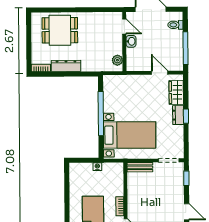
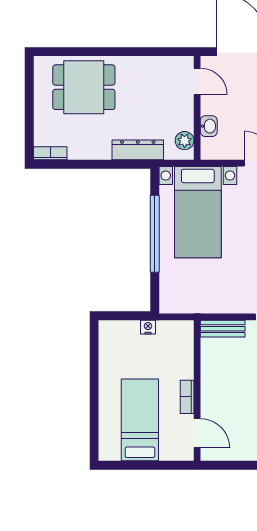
washbasin: (131, 41) -> (209, 126), moved
dresser: (66, 66) -> (138, 150), moved
bed with nightstands: (130, 135) -> (198, 212), moved, turned 90

